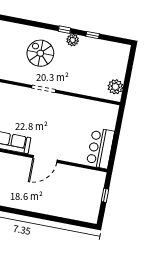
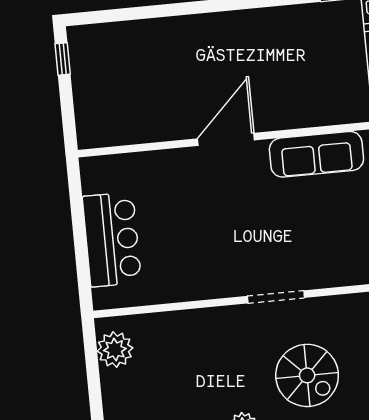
bar counter: (100, 148) -> (112, 239), moved
window: (105, 195) -> (63, 59), moved

